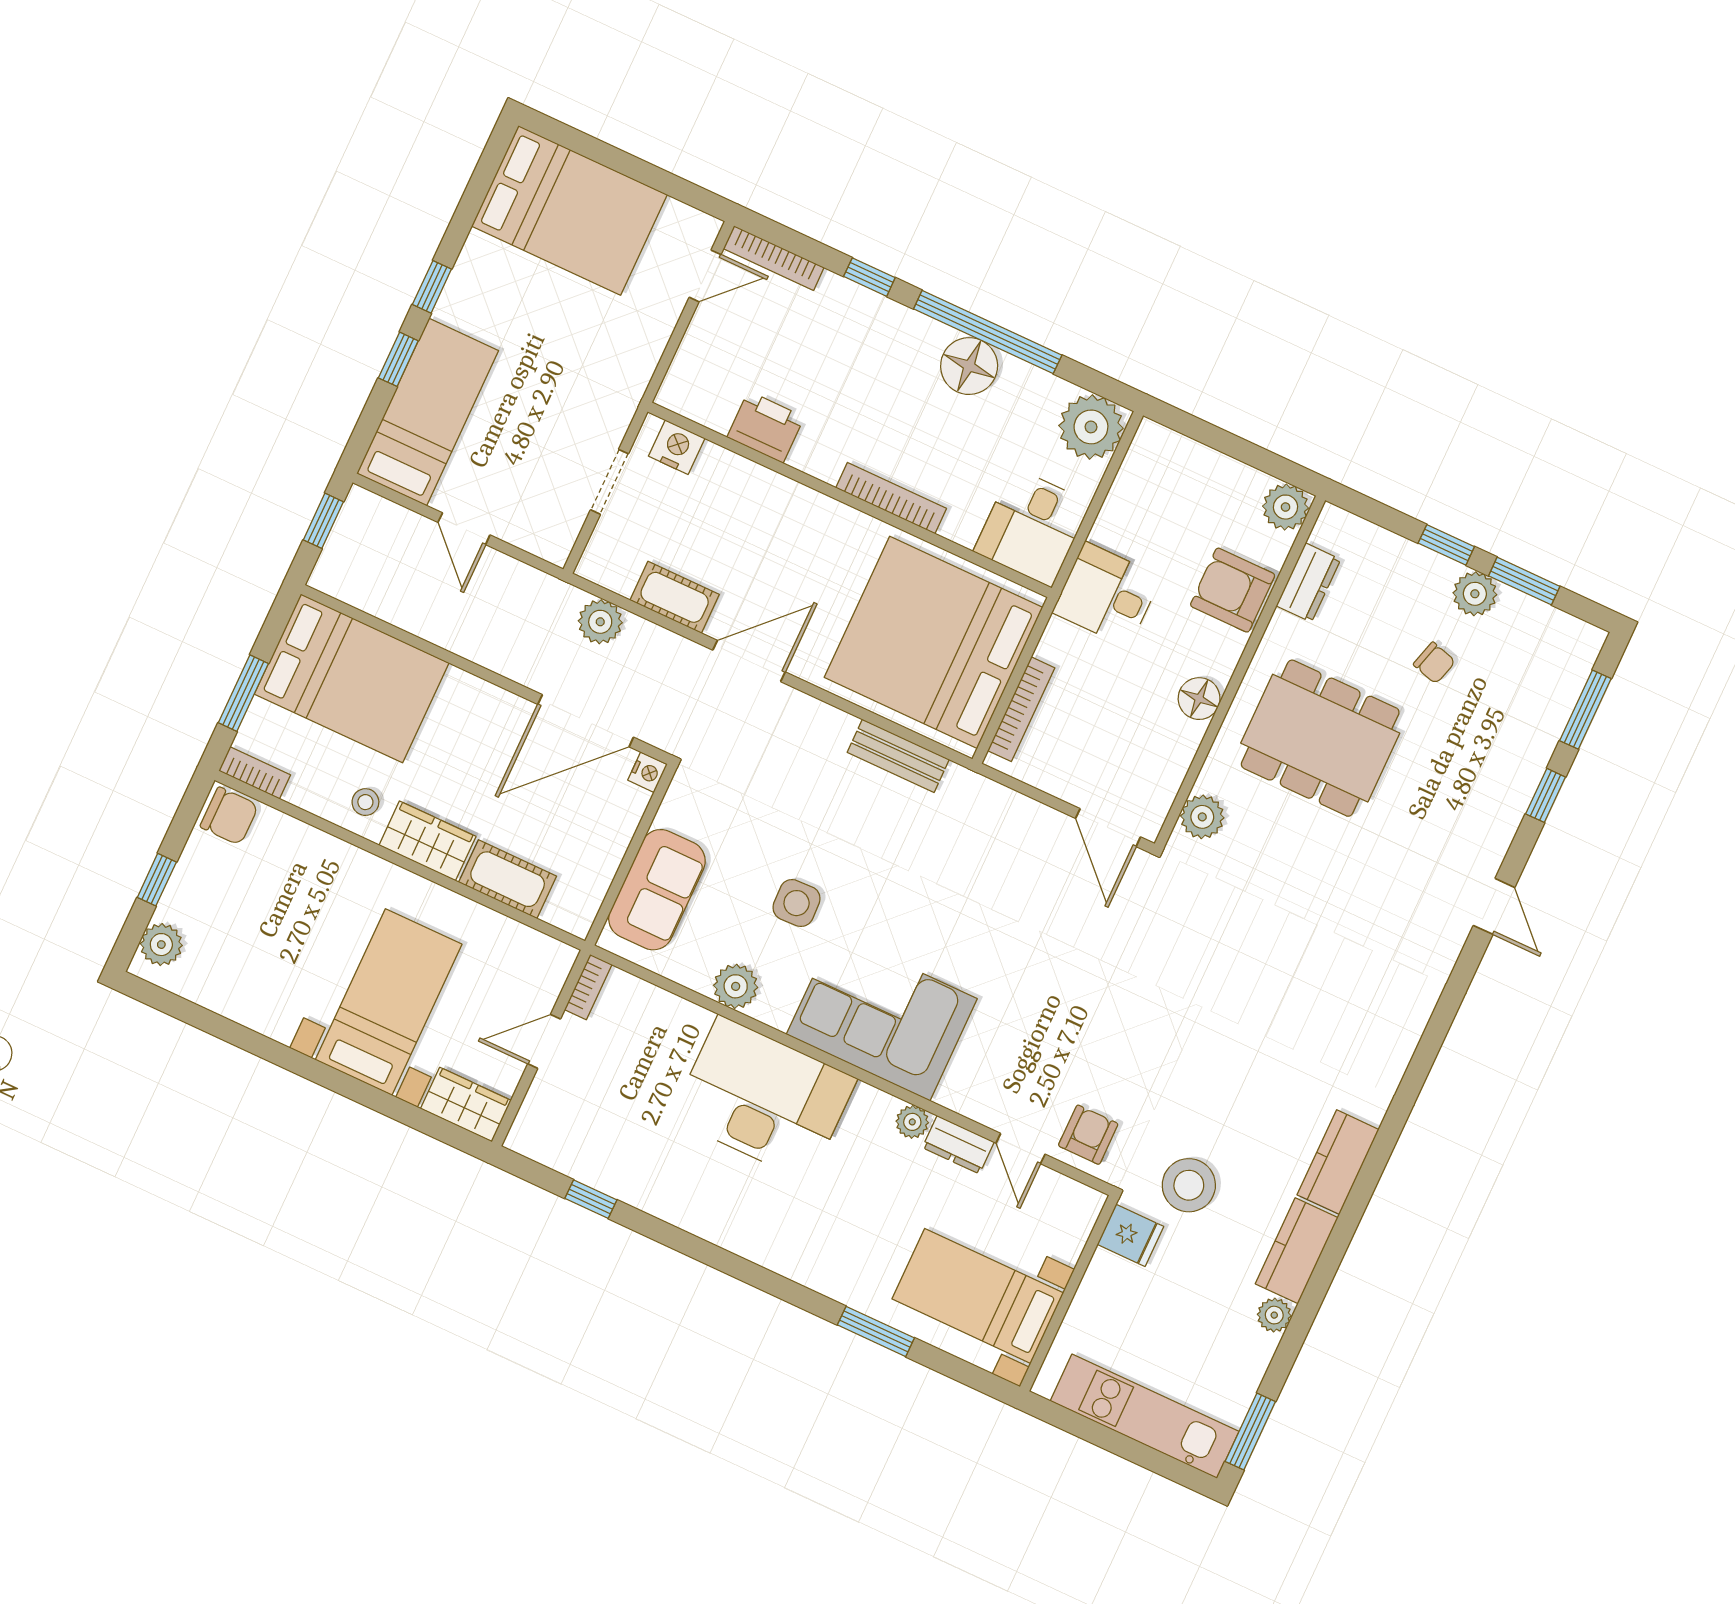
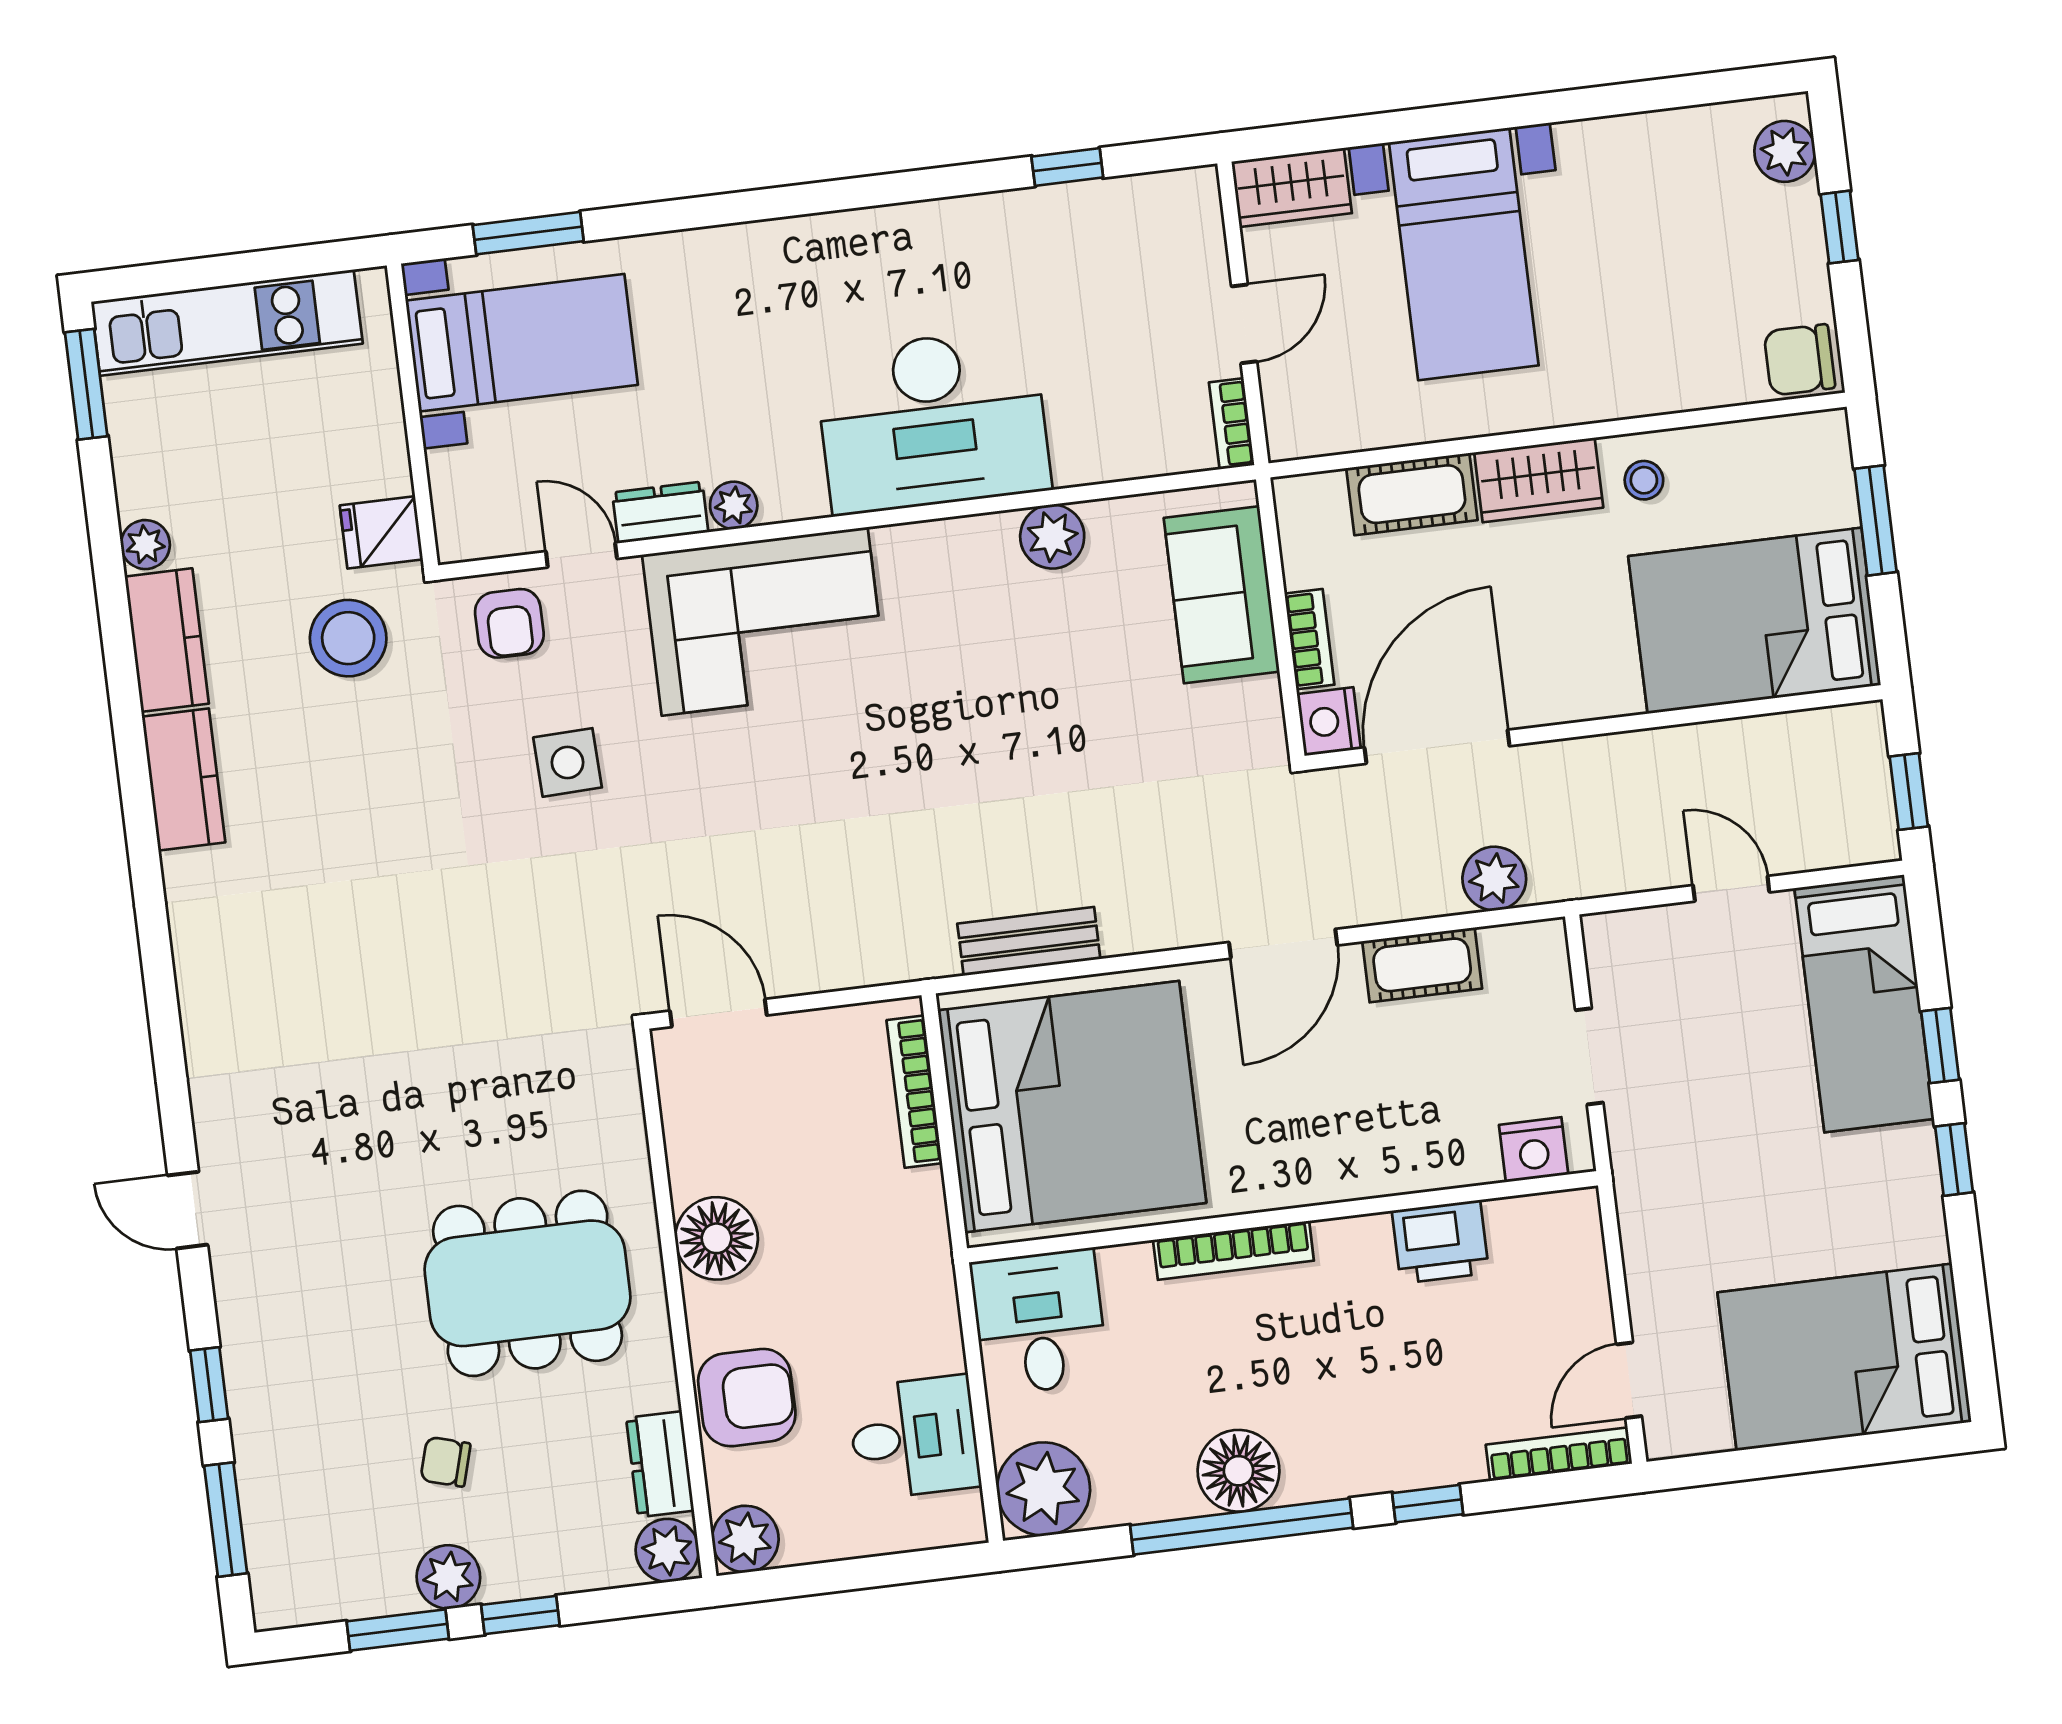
desk: (1107, 595) -> (914, 1437), moved
floor lamp: (1199, 699) -> (717, 1238), width x1.38, depth x1.38
nightstand: (647, 772) -> (1329, 721), width x1.39, depth x1.35
bookcase: (255, 773) -> (1309, 639), moved, turned -90
plant: (1202, 817) -> (667, 1550), moved
side table: (797, 903) -> (568, 762), moved
corner sofa: (882, 1017) -> (765, 621), moved
window: (876, 1331) -> (528, 233), moved

